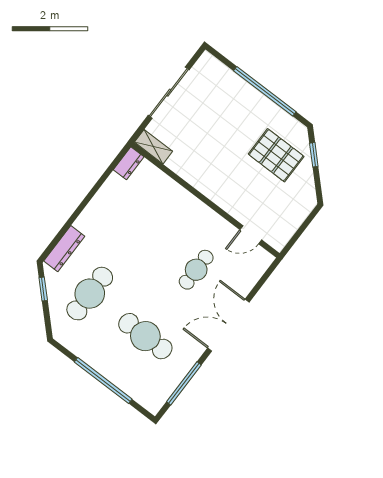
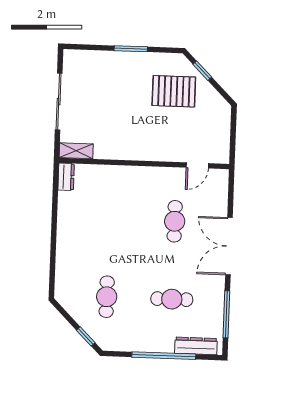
window: (265, 91) -> (131, 49), width x0.47
dresser: (64, 249) -> (196, 346), moved, turned -90
window: (43, 289) -> (86, 336), moved
cafe table: (90, 294) -> (107, 297), width x0.73, depth x0.74
cafe table: (145, 336) -> (172, 299), width x0.73, depth x0.74

